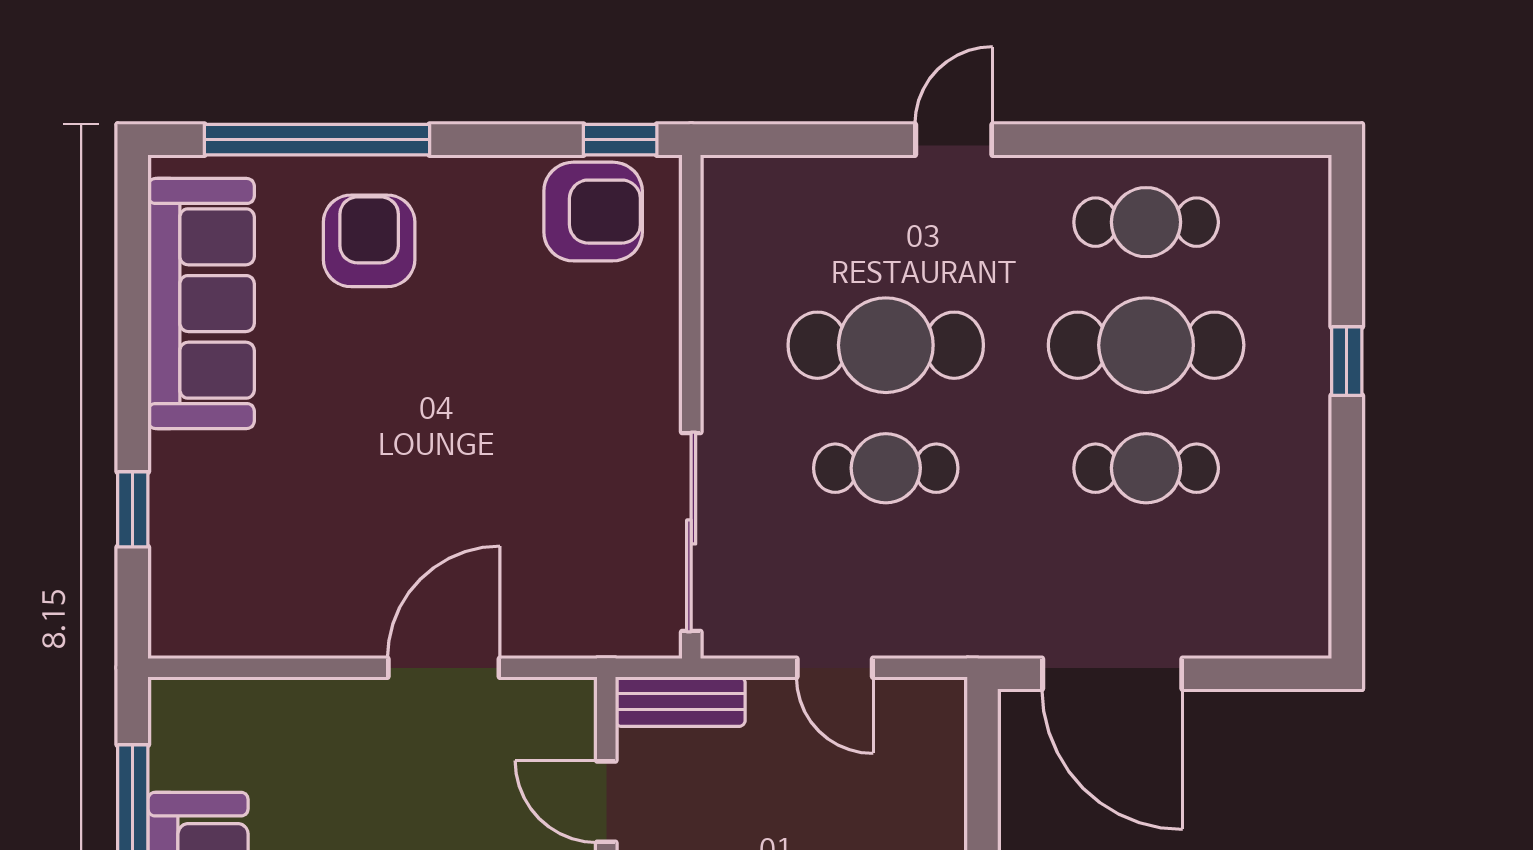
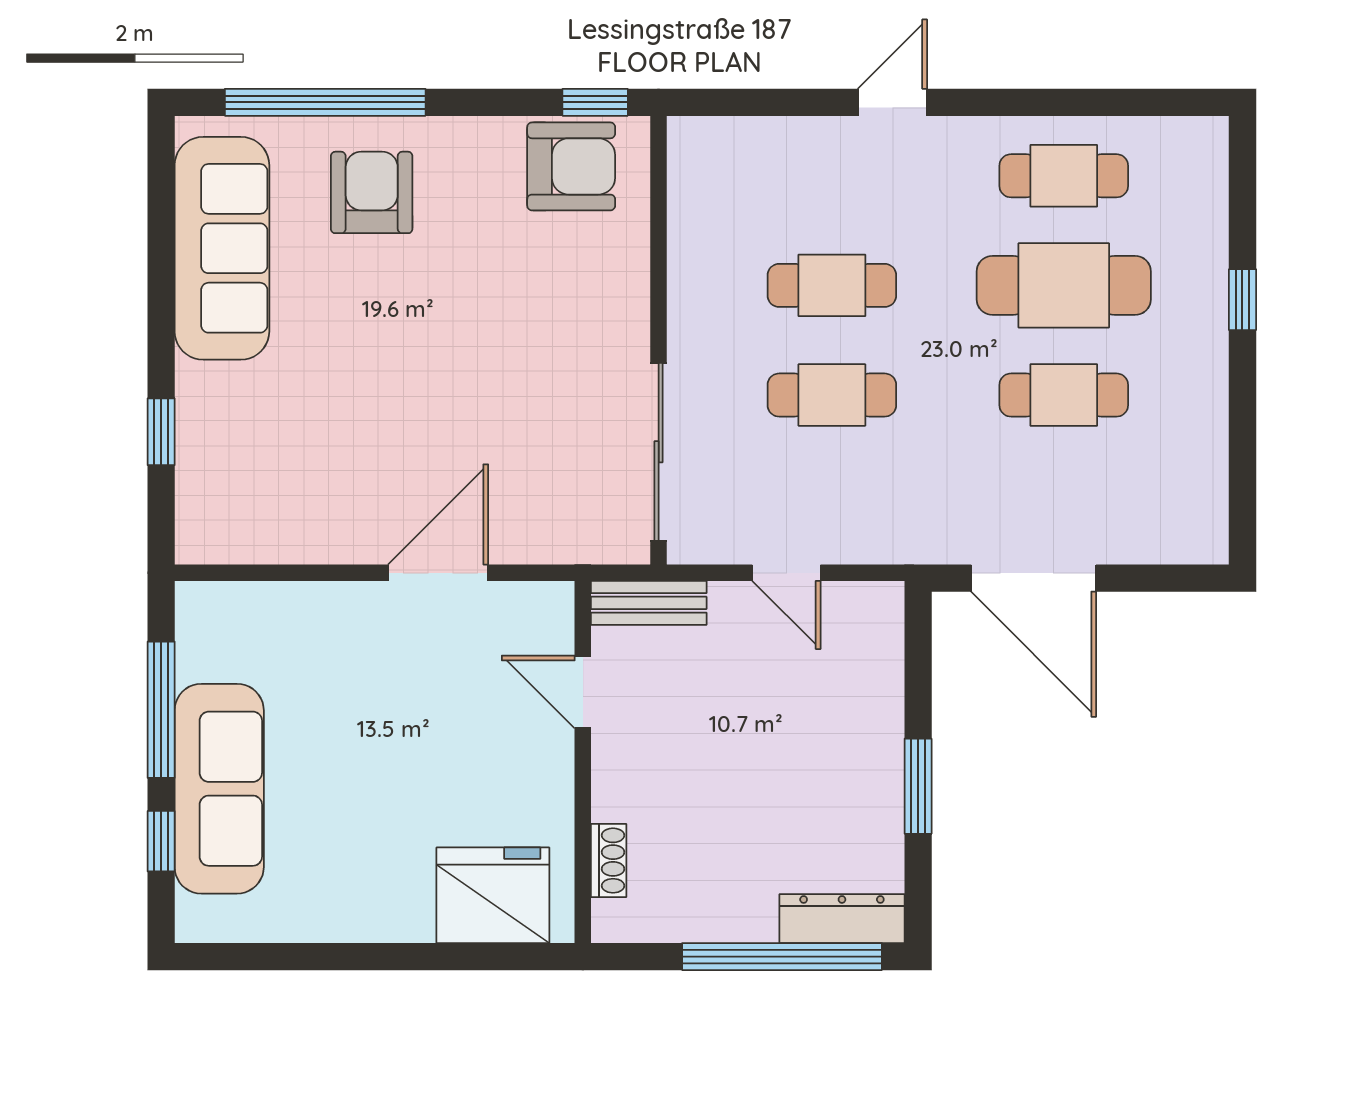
cafe table: (886, 345) -> (832, 285), width x0.73, depth x0.74

